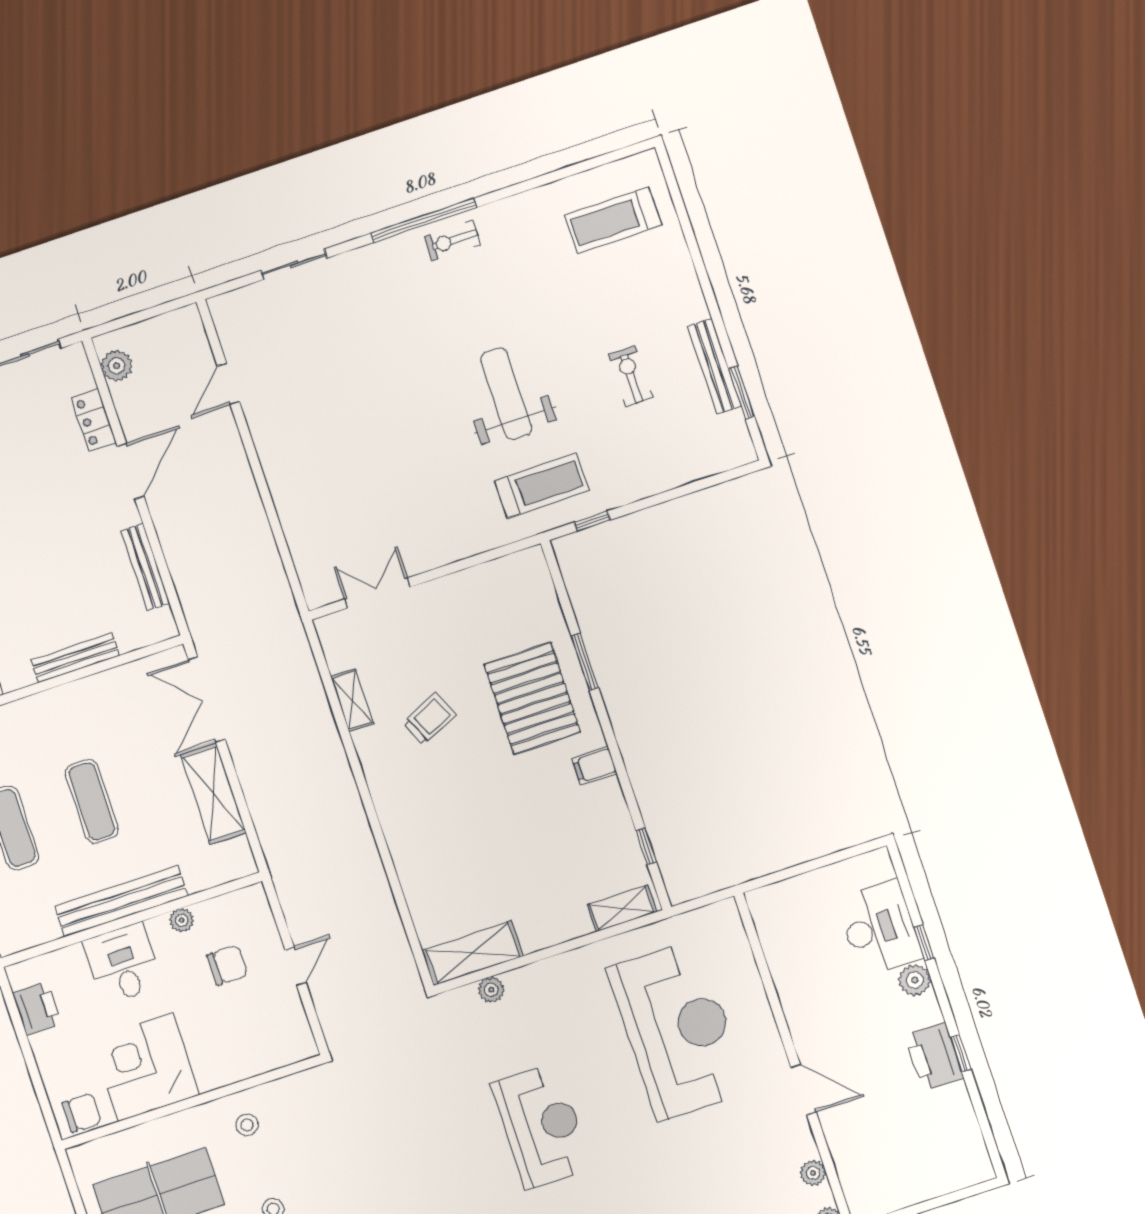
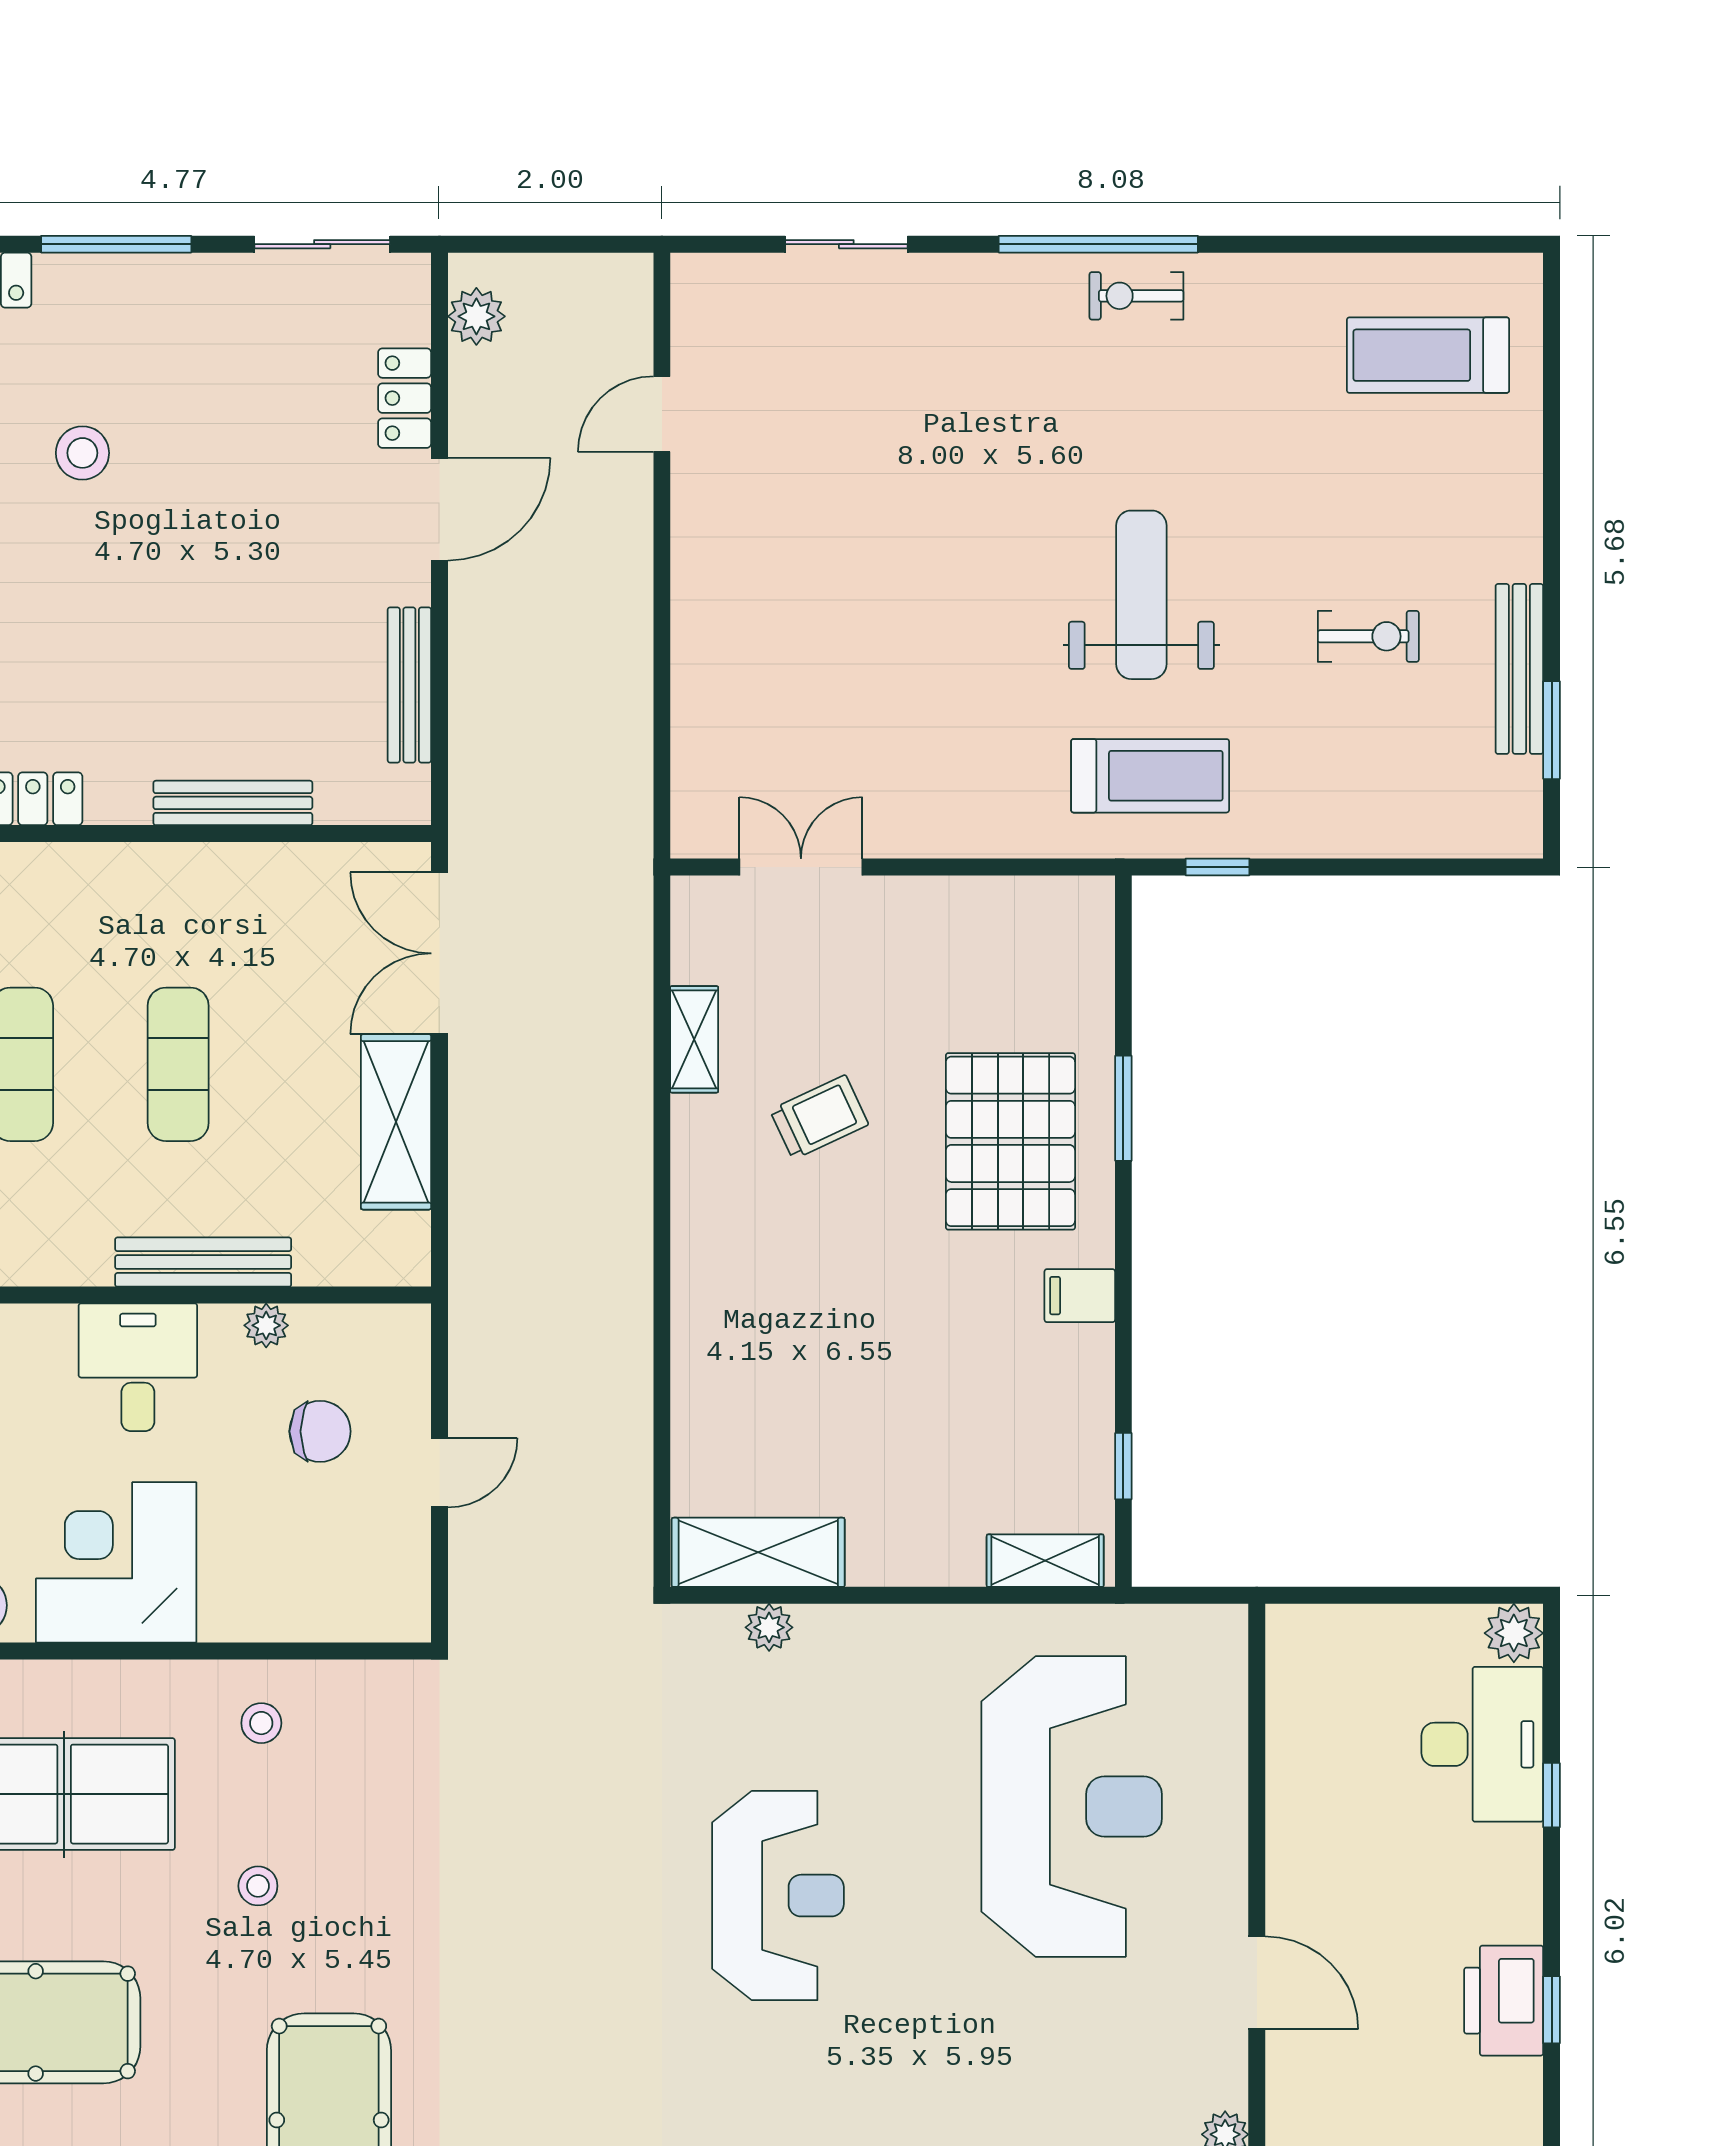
exercise bike: (630, 376) -> (1368, 636), turned 90
bench: (121, 901) -> (203, 1262), width x0.73, depth x0.82
plant: (915, 980) -> (1514, 1633), moved

